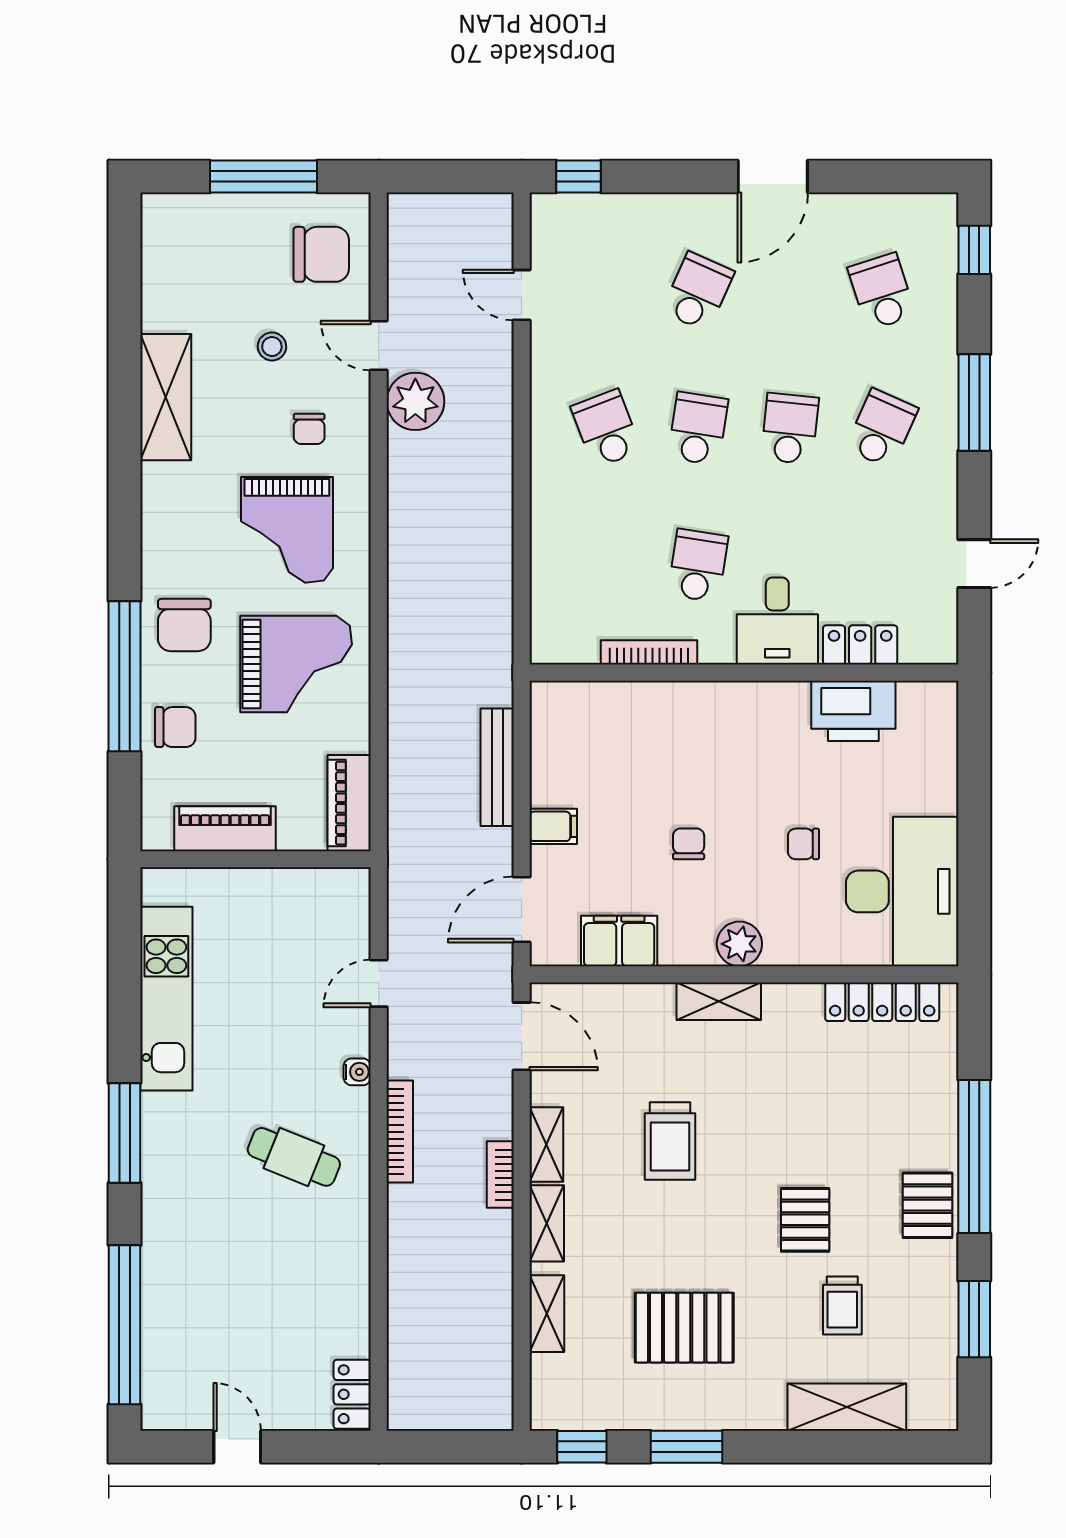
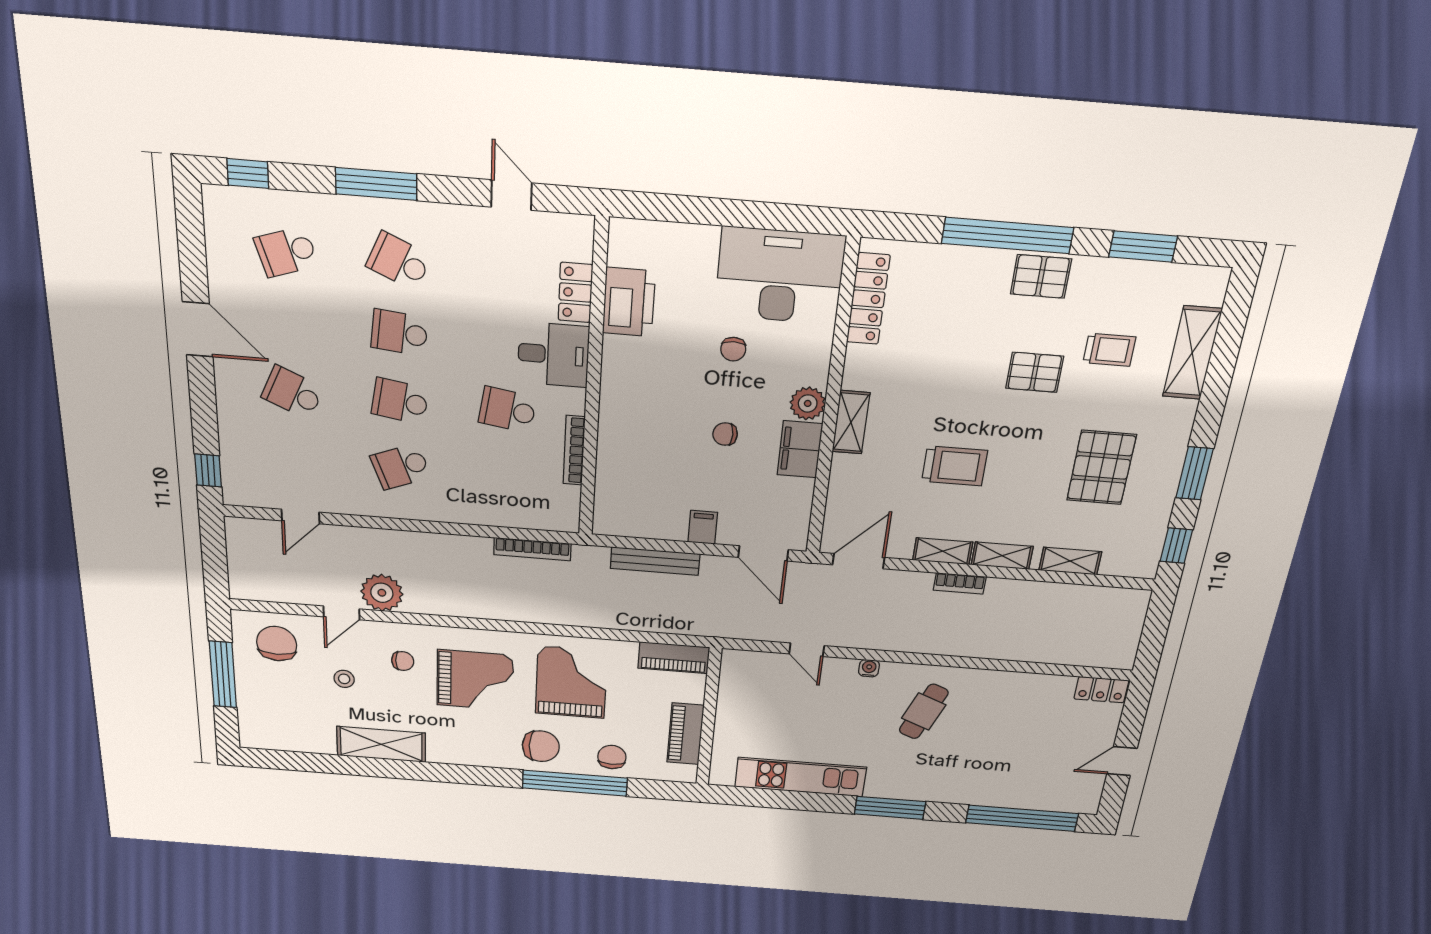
filing cabinet: (619, 941) -> (800, 449), moved
bookcase: (400, 1132) -> (532, 549), moved, turned 180

